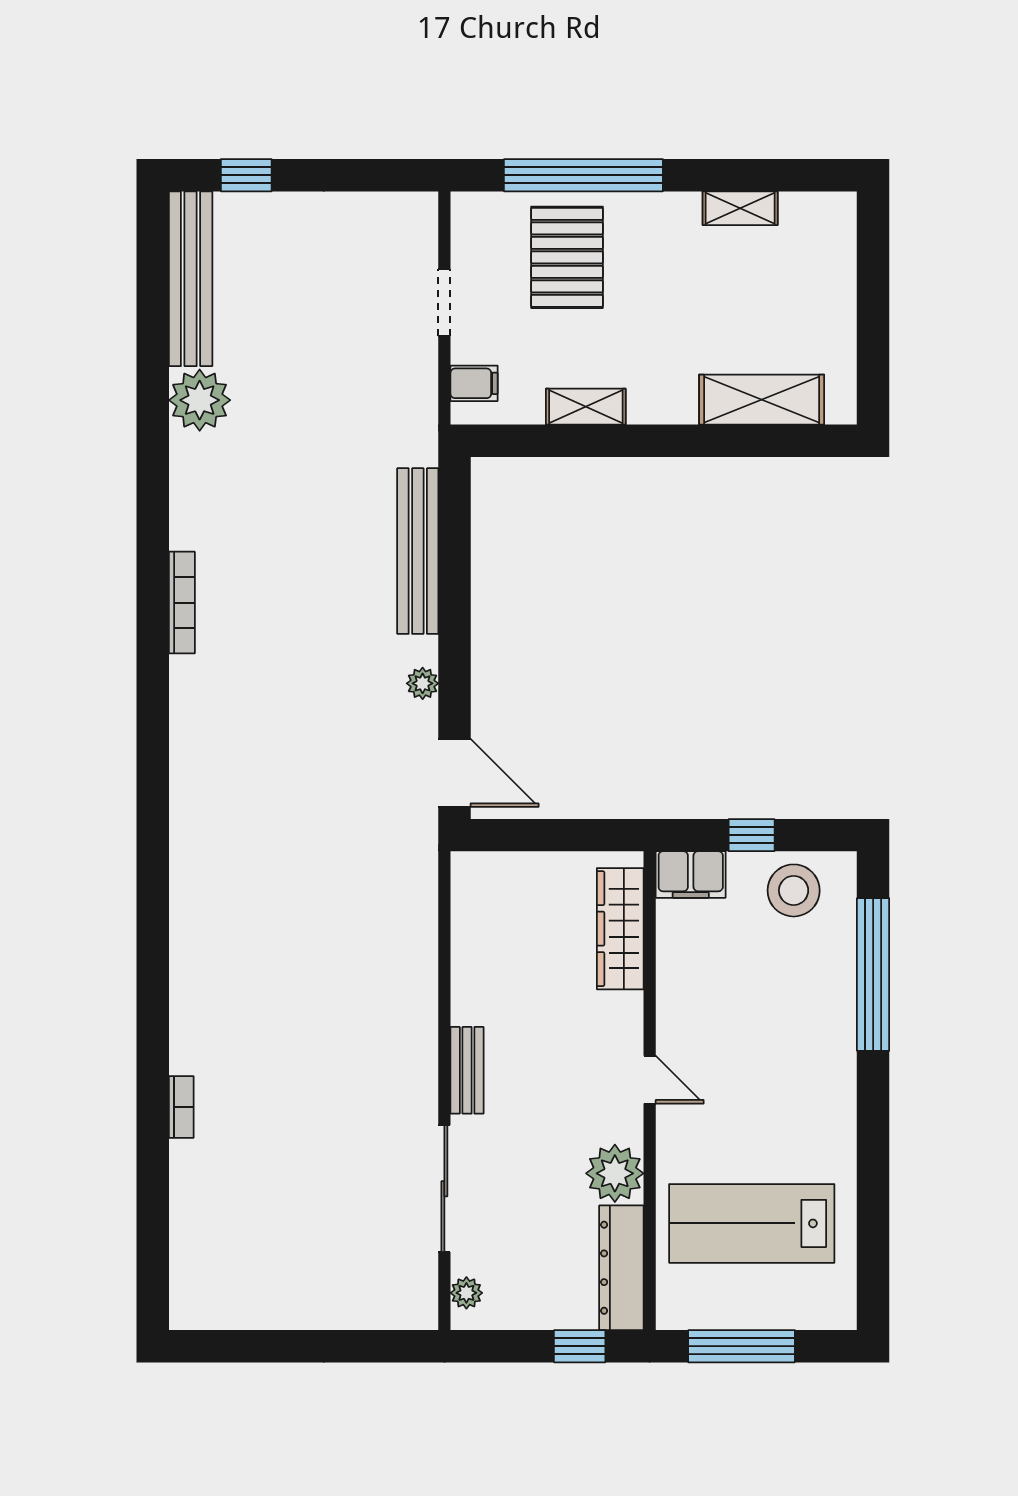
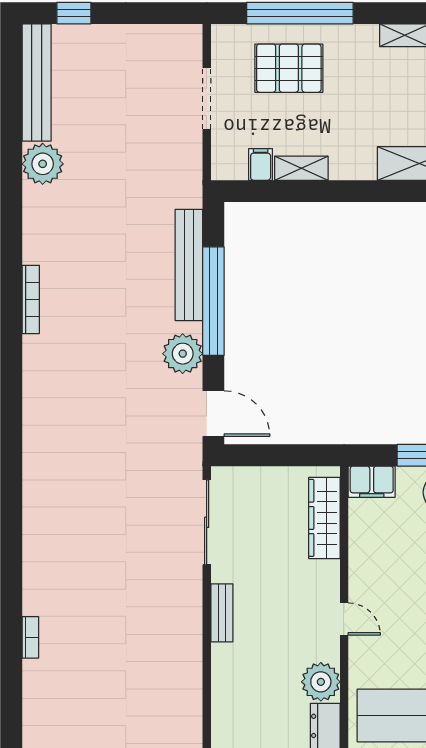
pallet: (567, 257) -> (289, 68), turned 90
doorway: (444, 303) -> (207, 99), width x1.38
filing cabinet: (474, 383) -> (261, 164), moved, turned -90
window: (455, 605) -> (213, 301), added
plant: (423, 683) -> (183, 354), width x1.88, depth x1.88
sliding door: (444, 1189) -> (207, 522), moved

